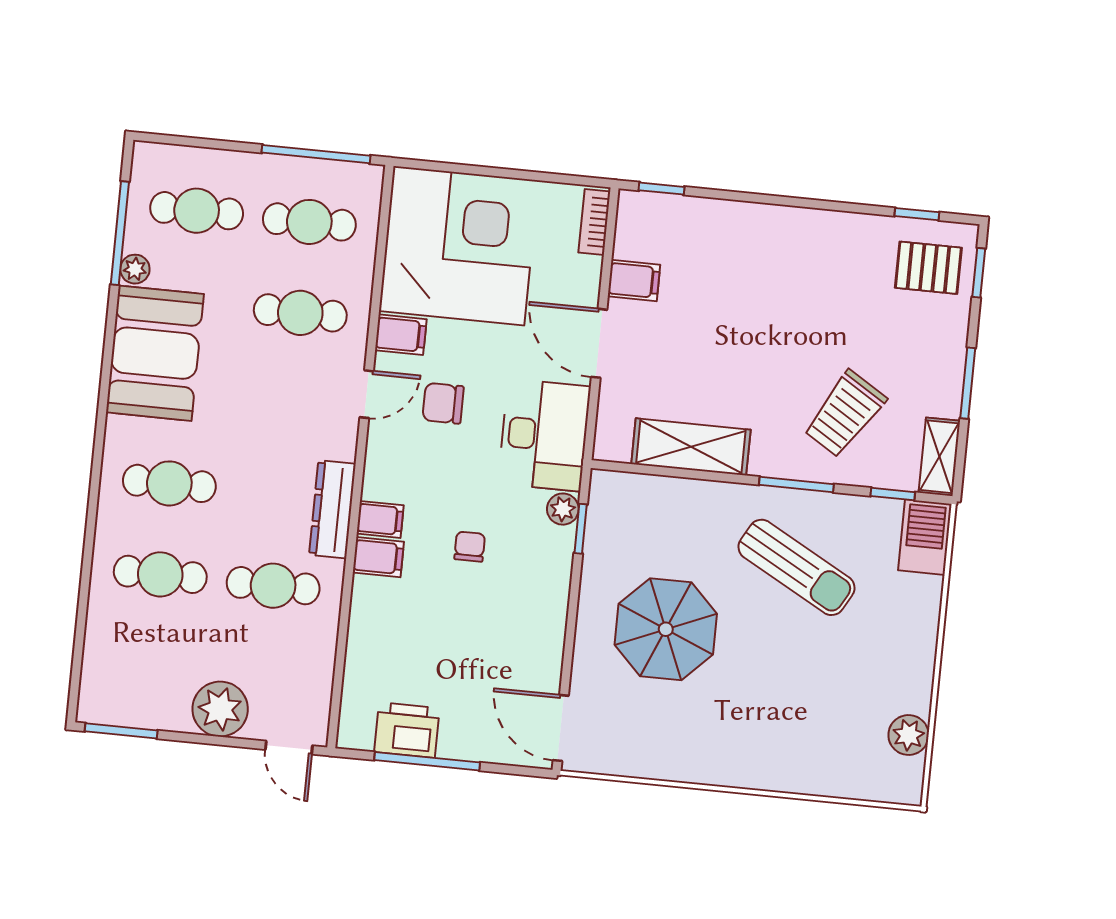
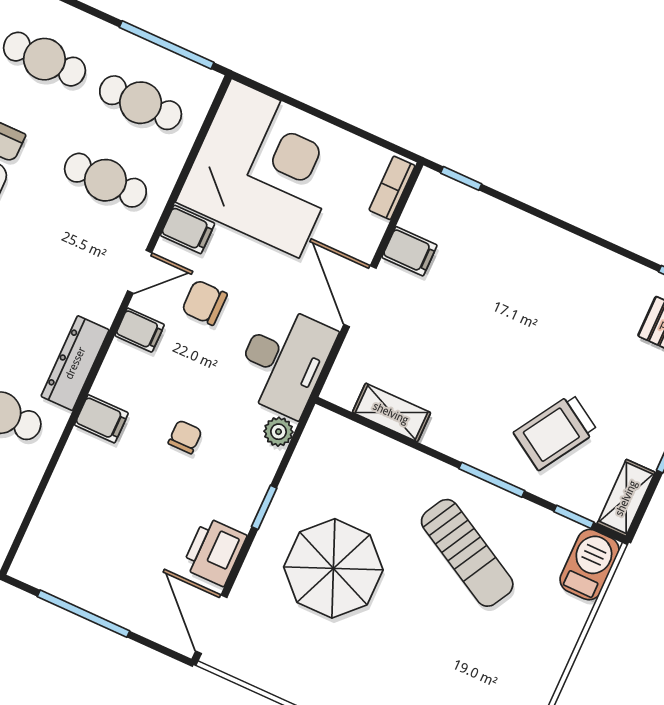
shelving: (691, 447) -> (391, 413), width x0.67, depth x0.75
filing cabinet: (380, 519) -> (140, 330), moved
window: (581, 529) -> (264, 507), moved
printer: (407, 730) -> (214, 552), moved, turned -90

